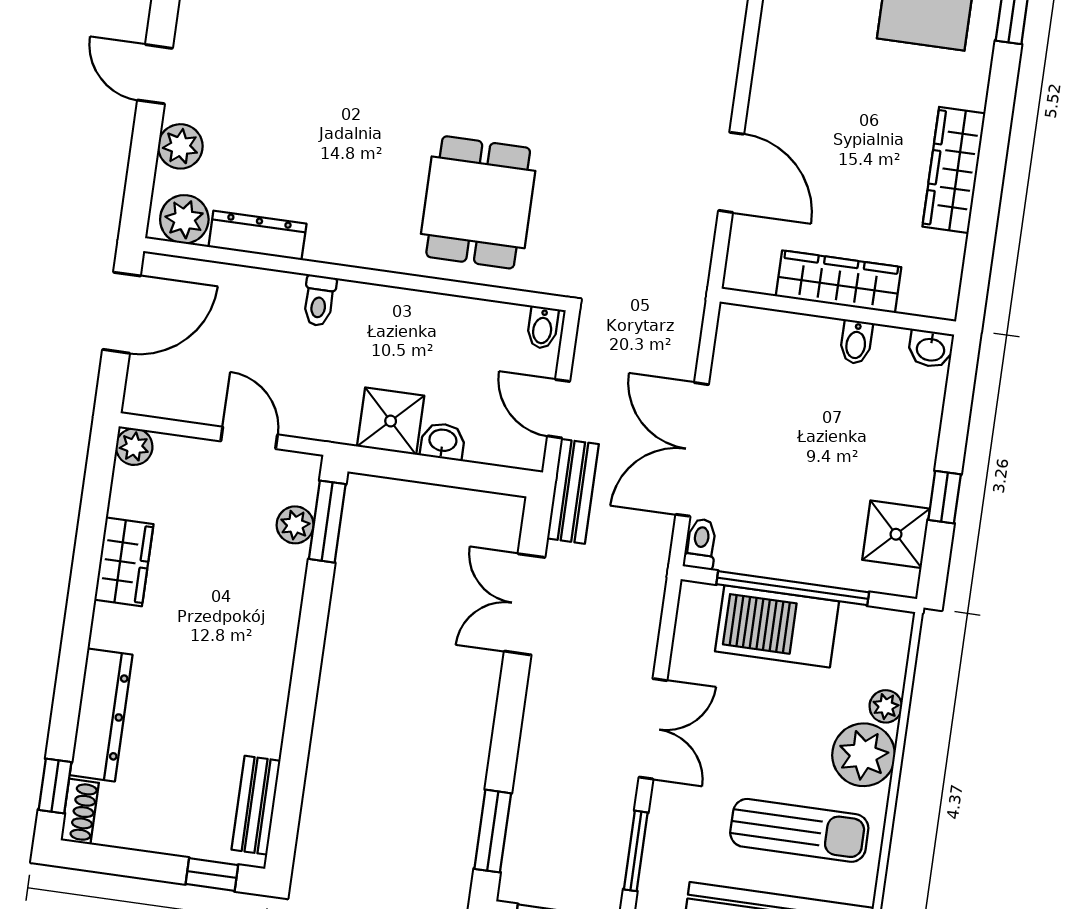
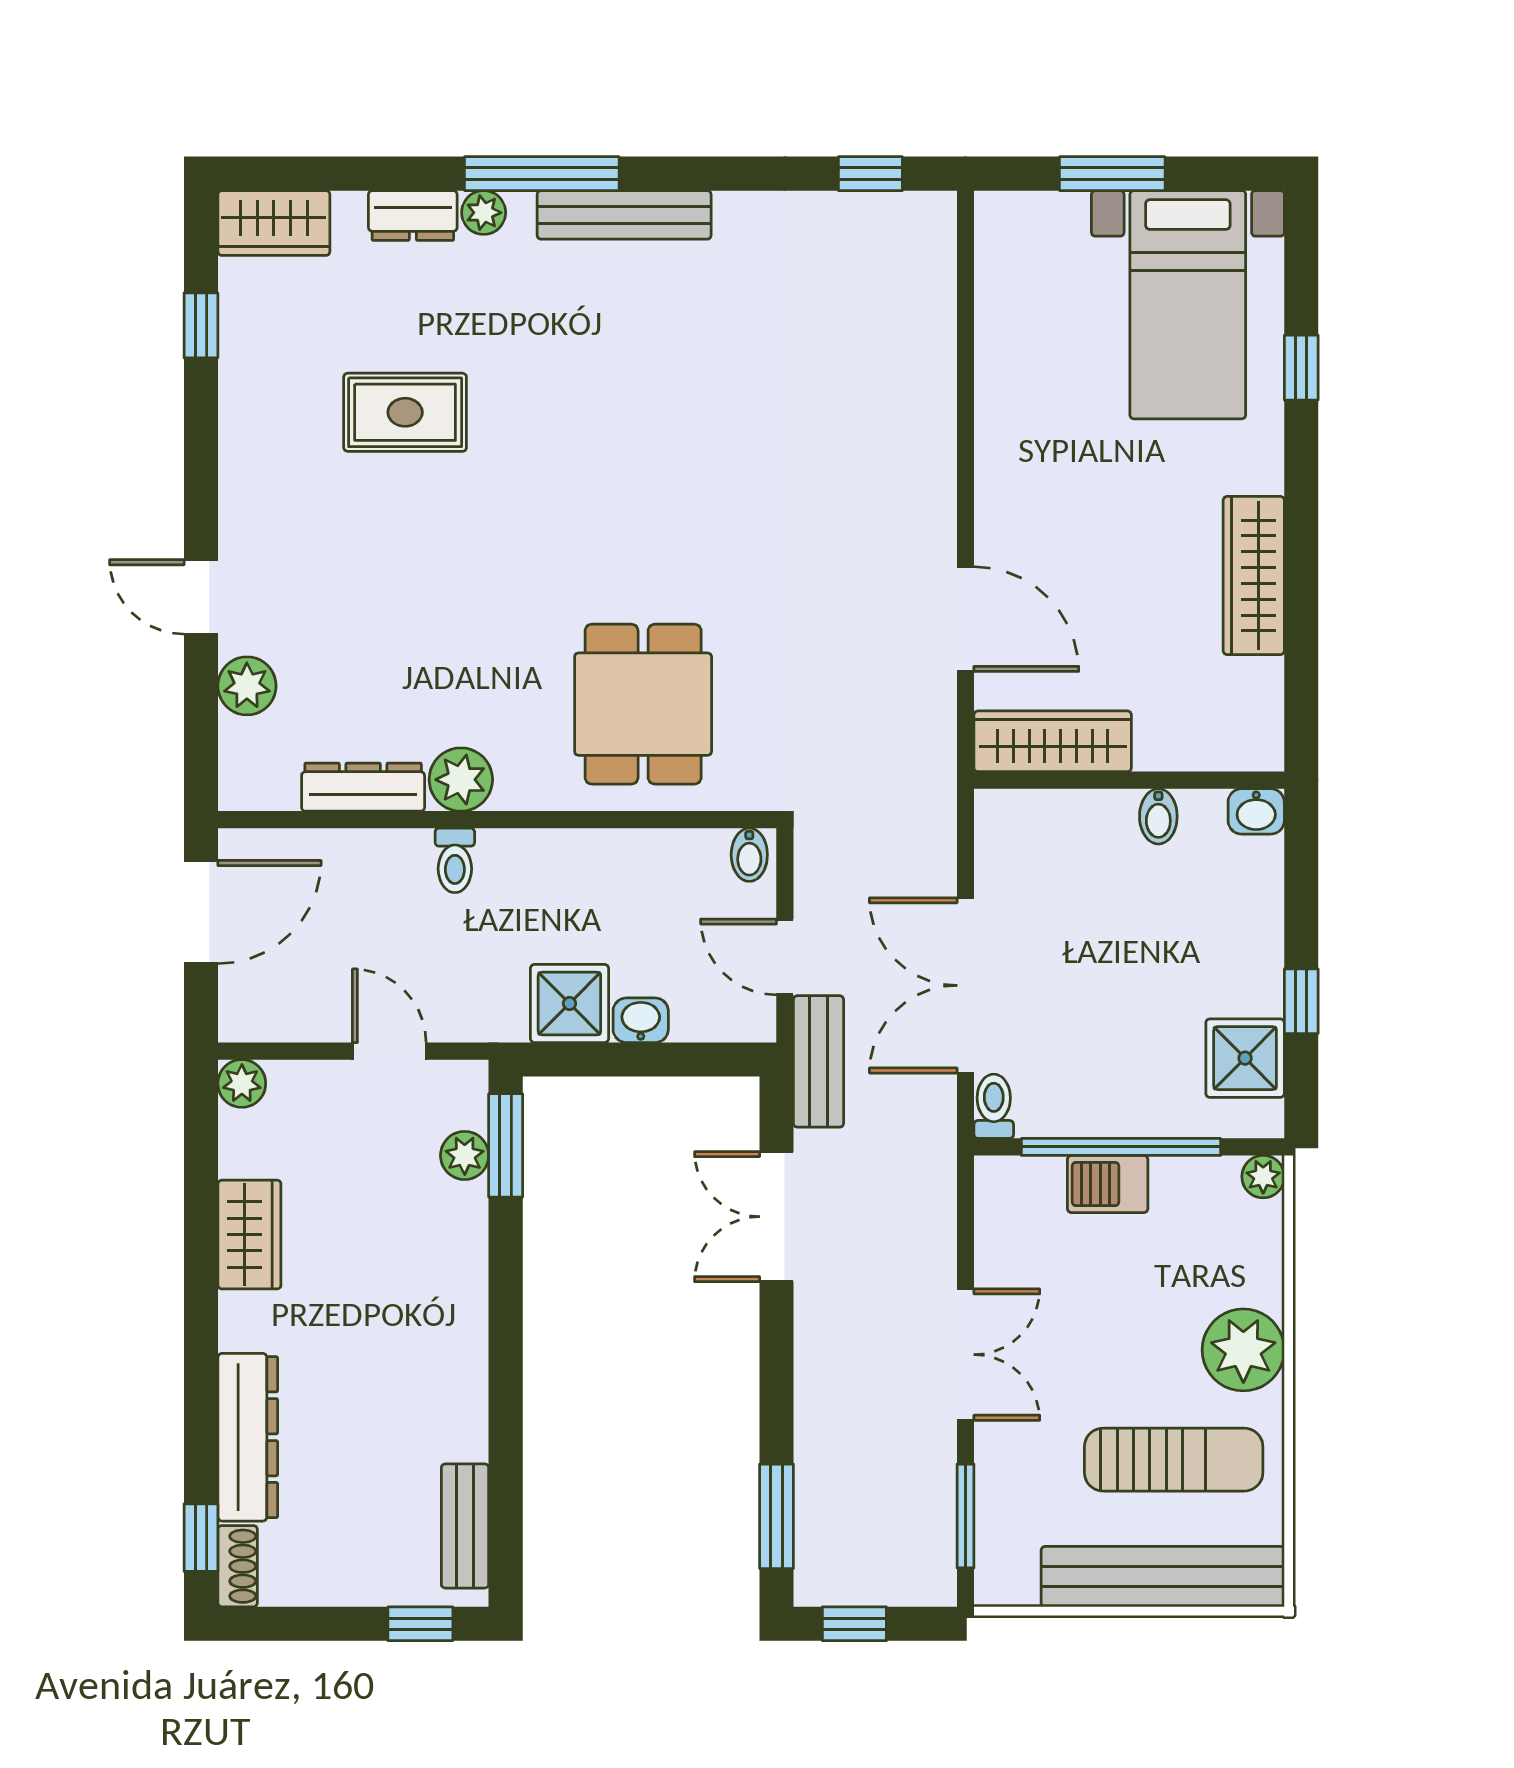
plant: (184, 219) -> (461, 780), moved
wardrobe: (839, 282) -> (1053, 741), moved
barbecue: (777, 626) -> (1108, 1184), width x0.53, depth x0.65
plant: (886, 706) -> (1263, 1177), moved

